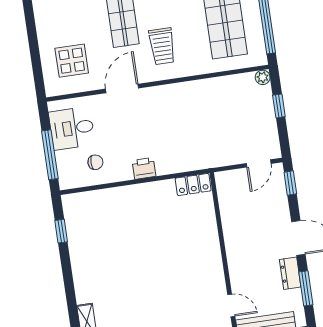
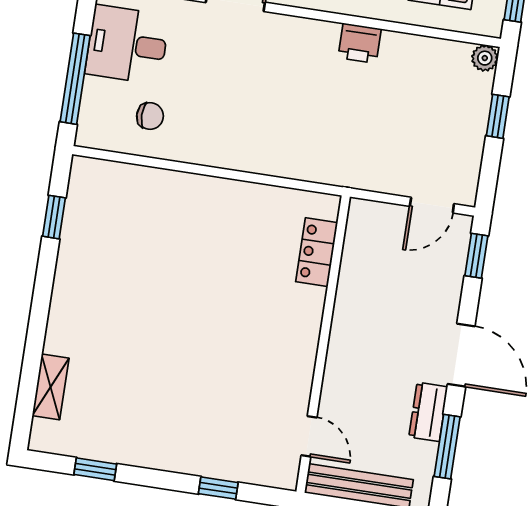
printer: (144, 168) -> (360, 43), moved, turned 180
locker: (193, 185) -> (317, 252), moved, turned 90

